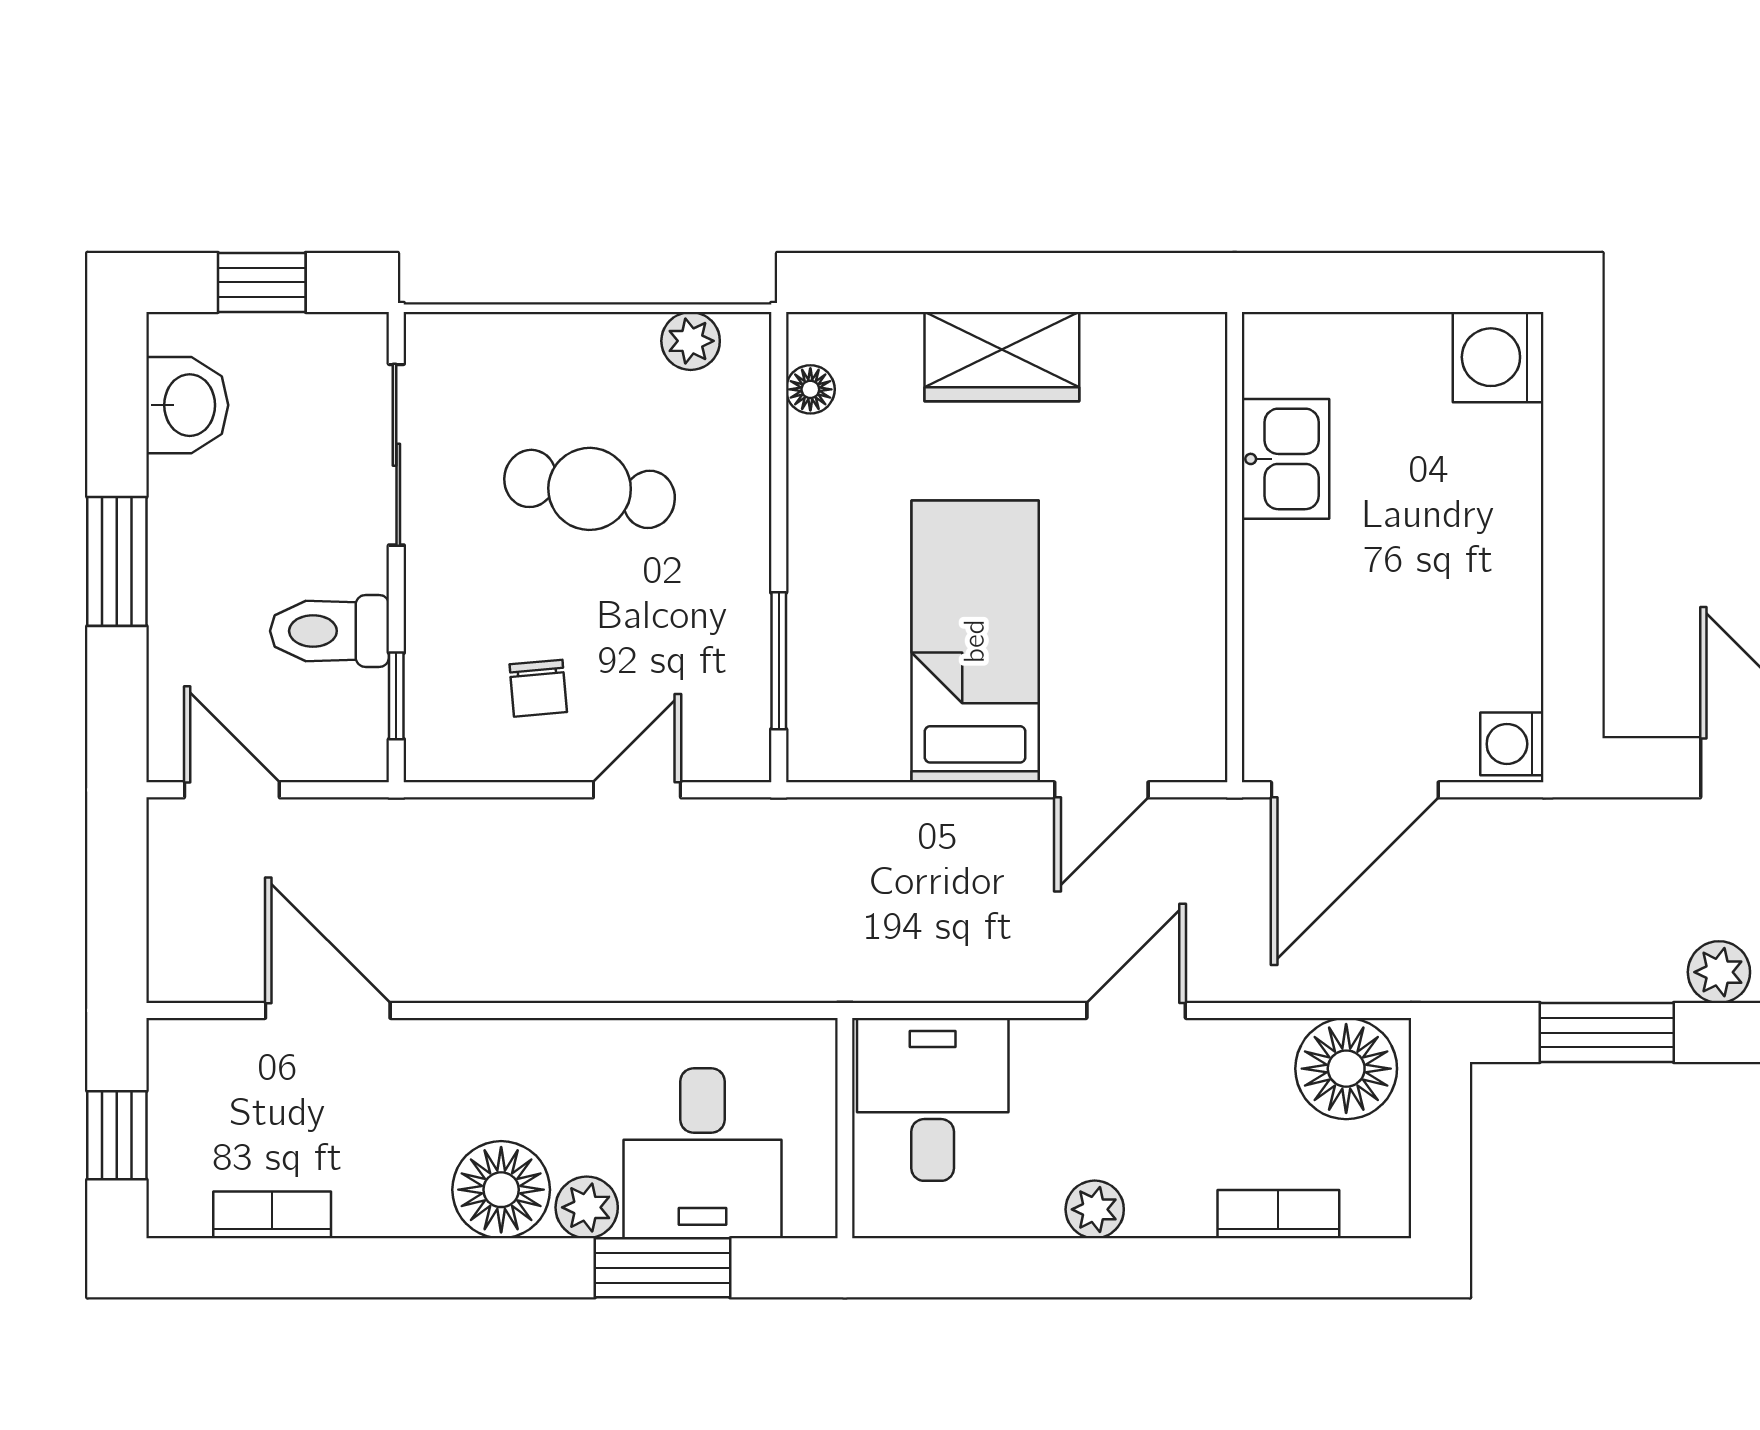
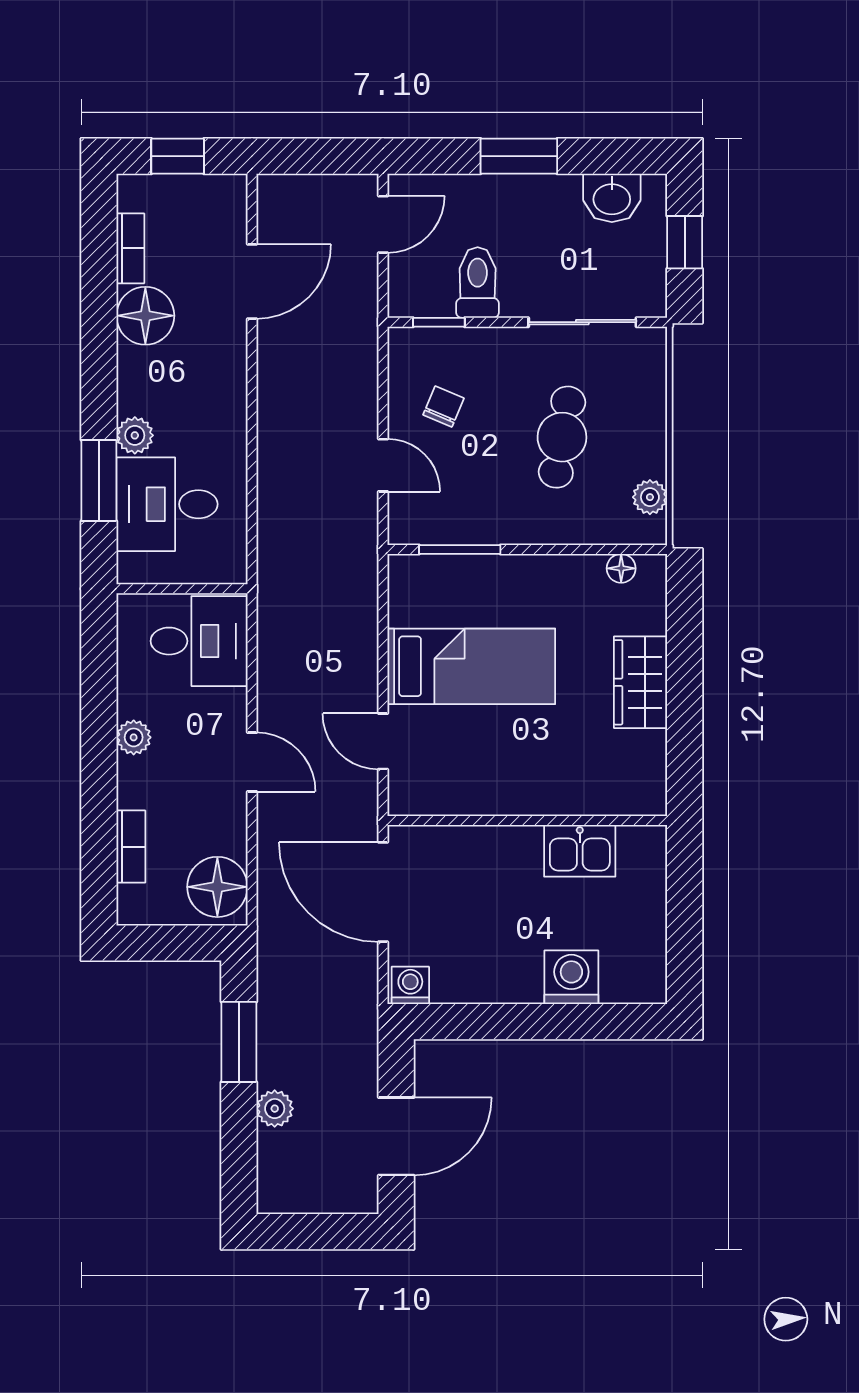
washing machine: (1498, 357) -> (571, 977), moved
chair: (538, 688) -> (444, 407), turned 118
floor lamp: (501, 1190) -> (145, 316), moved

